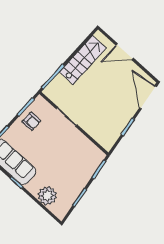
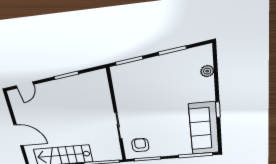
door: (148, 97) -> (25, 85), width x0.53
armchair: (31, 121) -> (140, 145), moved
plant: (47, 196) -> (207, 71), width x0.53, depth x0.53

